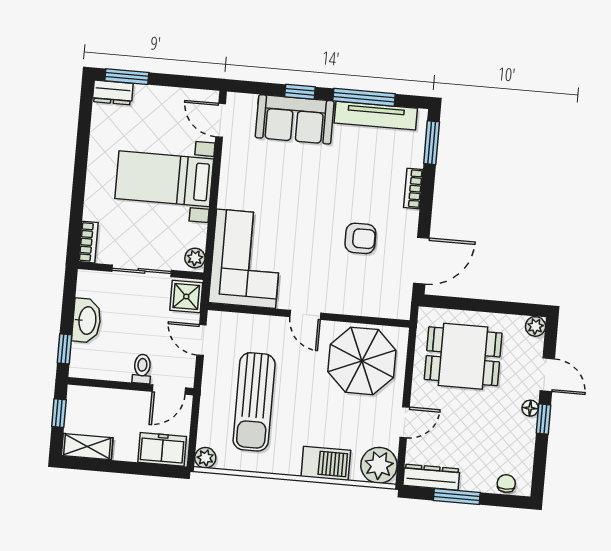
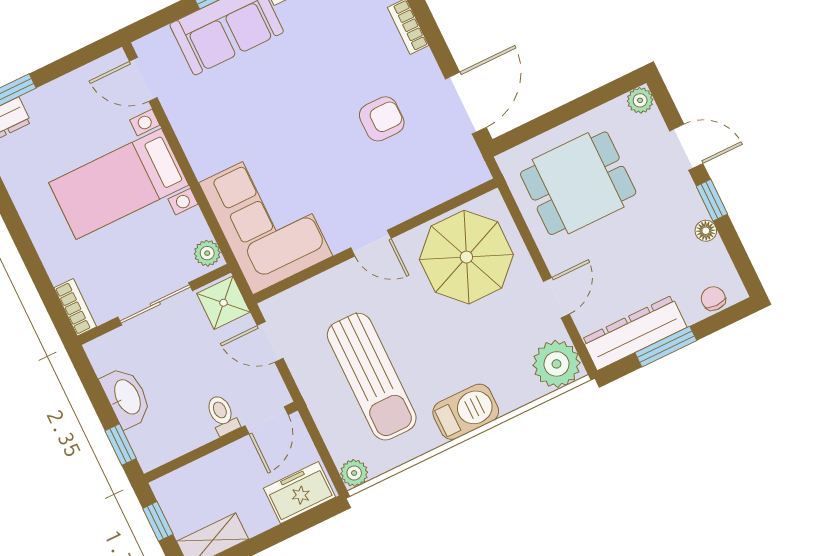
floor lamp: (530, 408) -> (706, 231), moved
barbecue: (326, 463) -> (466, 412), moved
dresser: (431, 477) -> (634, 333), width x1.37, depth x1.24

